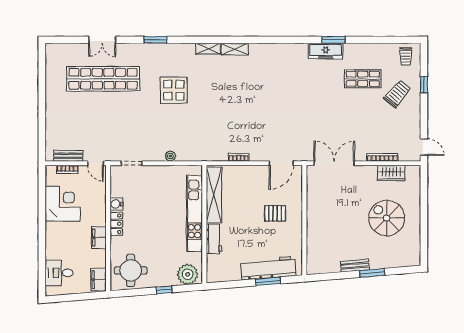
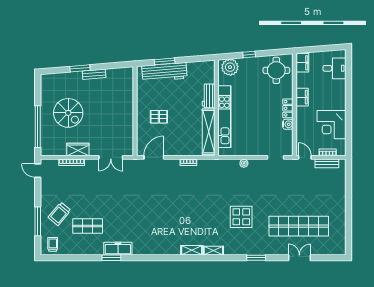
window: (424, 85) -> (38, 221), width x2.17
double door: (334, 163) -> (111, 157), width x0.73
wardrobe: (391, 173) -> (78, 149), moved
window: (424, 201) -> (38, 127), added

